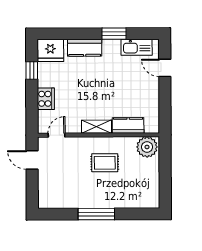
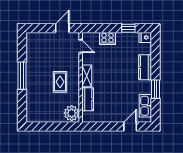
fridge: (50, 51) -> (145, 37), width x0.53, depth x0.75

